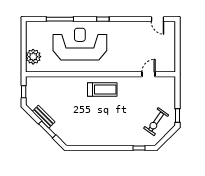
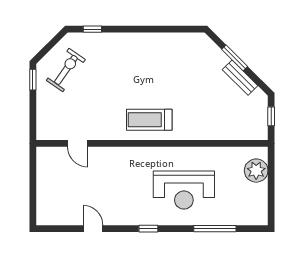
door: (157, 19) -> (93, 229), moved
reception desk: (80, 44) -> (184, 190), width x0.74, depth x0.77
door: (149, 74) -> (78, 143), hinge flipped

